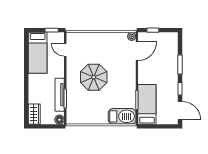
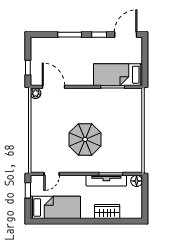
wardrobe: (34, 114) -> (107, 212), moved
barbecue: (122, 116) -> (133, 105), removed

